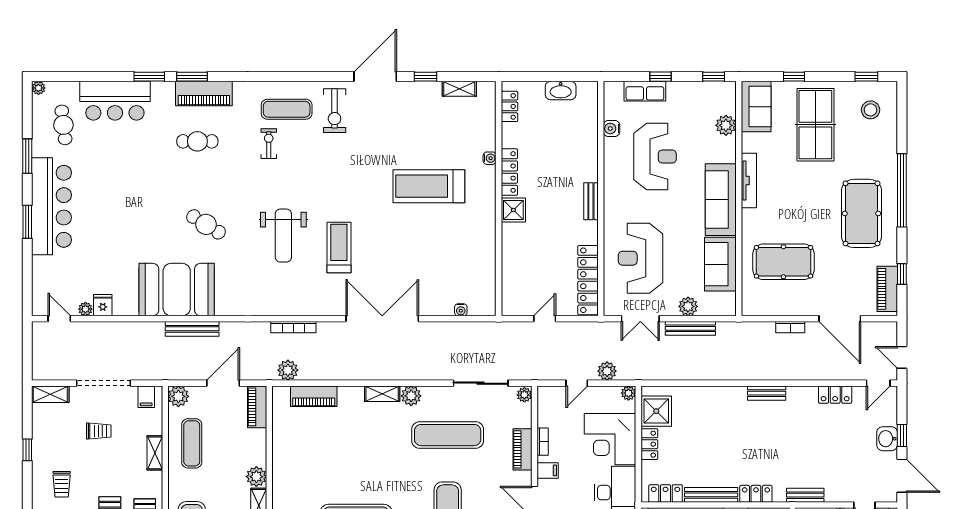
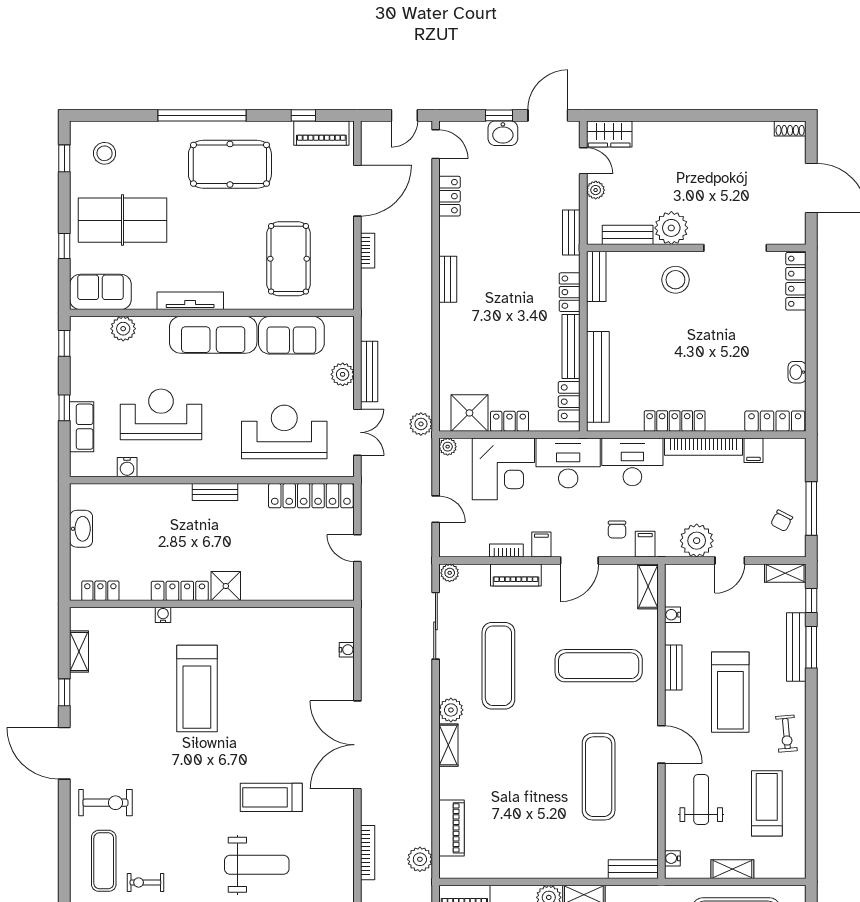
reception desk: (641, 258) -> (284, 432), turned 180
plant: (607, 371) -> (421, 424), moved

